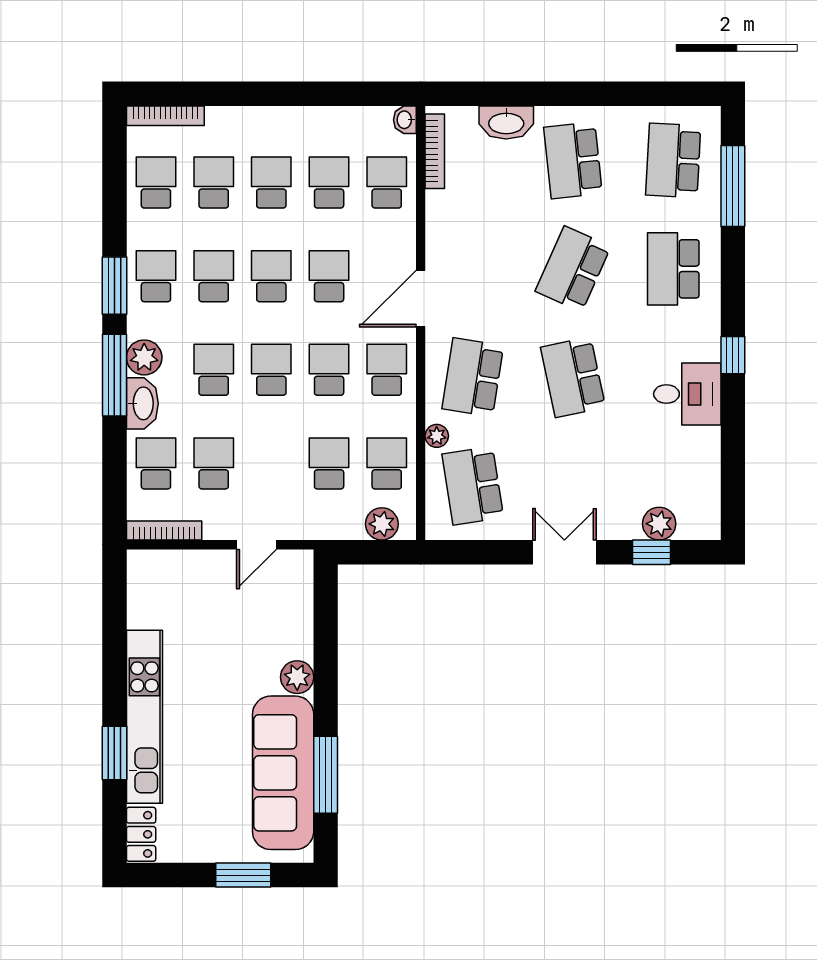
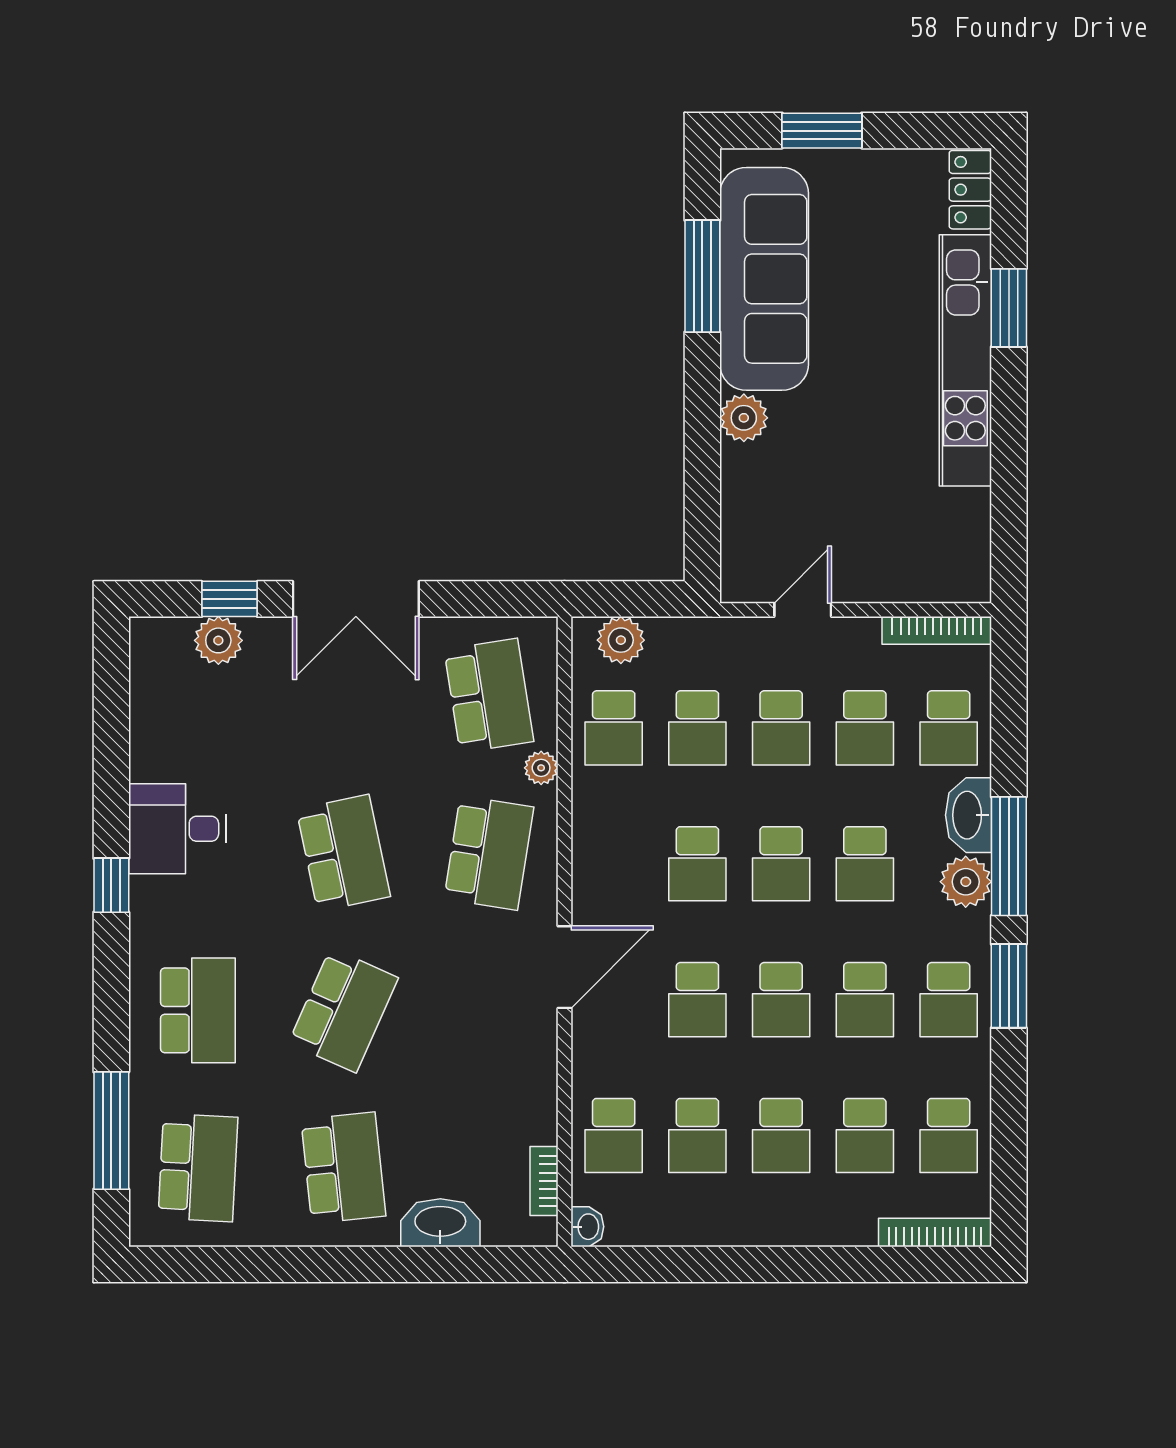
bookcase: (435, 151) -> (544, 1181), width x0.64
school desk: (387, 370) -> (781, 728), moved
double door: (564, 552) -> (356, 599), width x1.37

